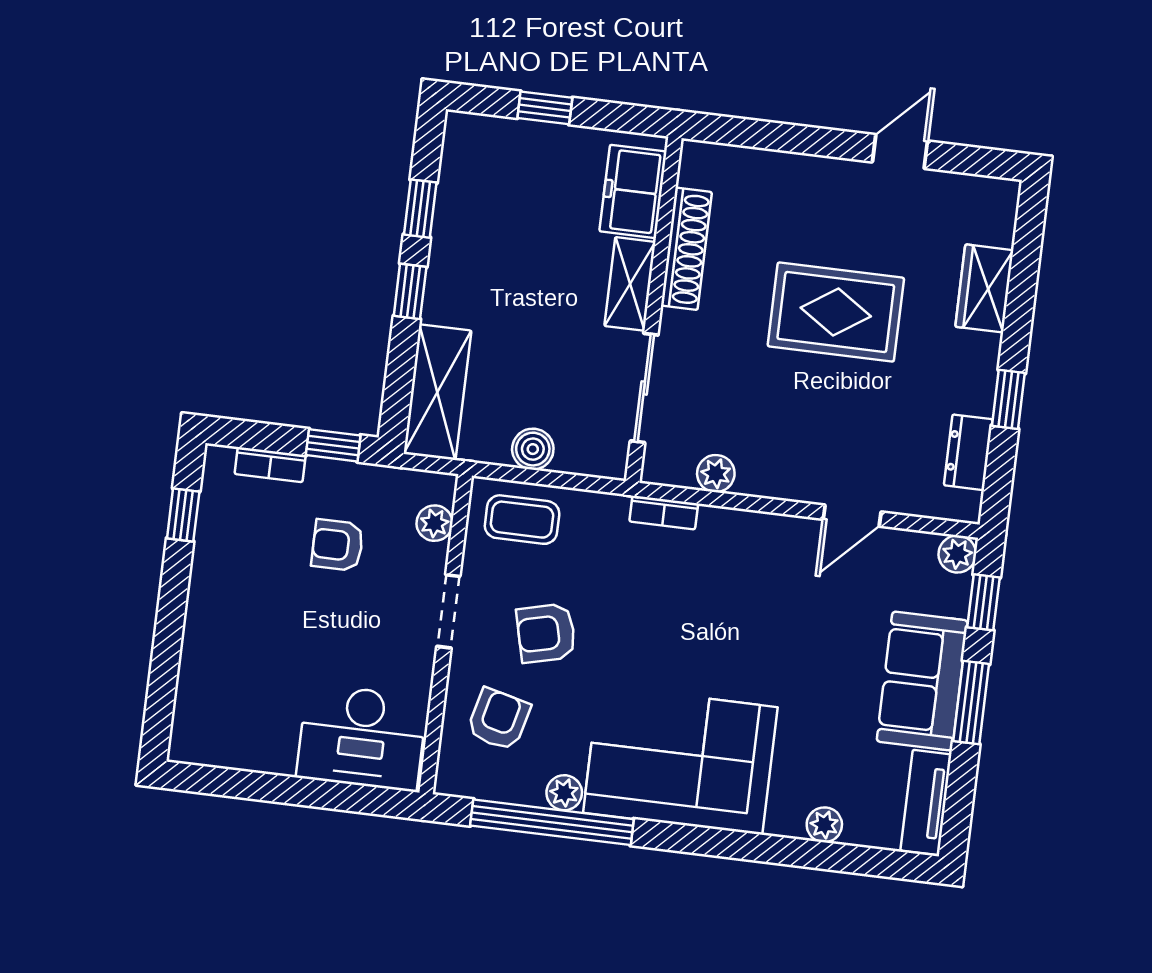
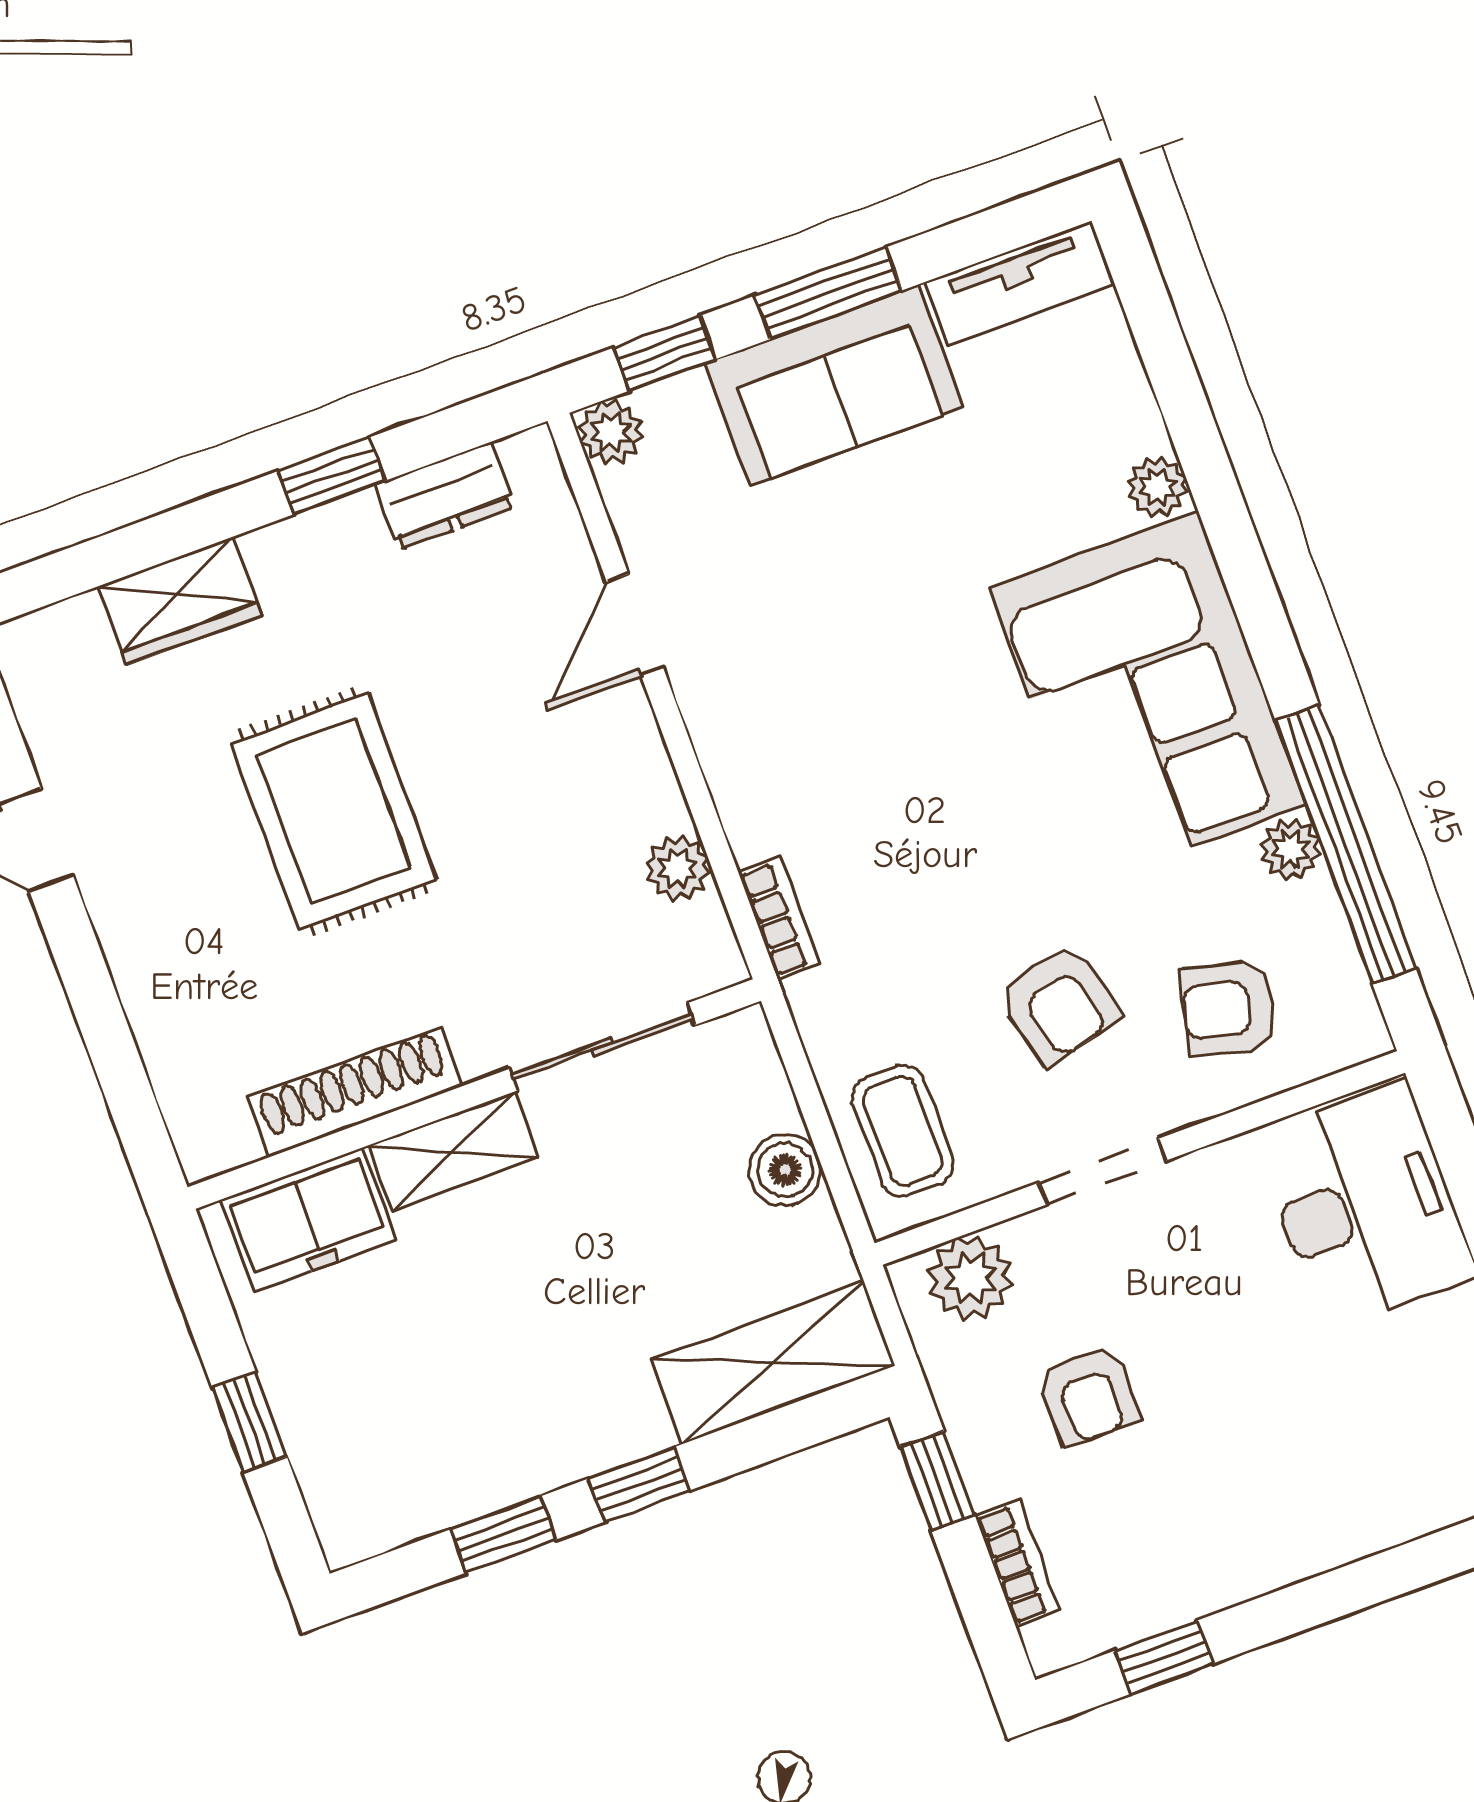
door: (852, 516) -> (635, 625), swing flipped
plant: (435, 523) -> (970, 1278), width x1.38, depth x1.38
plant: (824, 825) -> (1157, 487), moved

